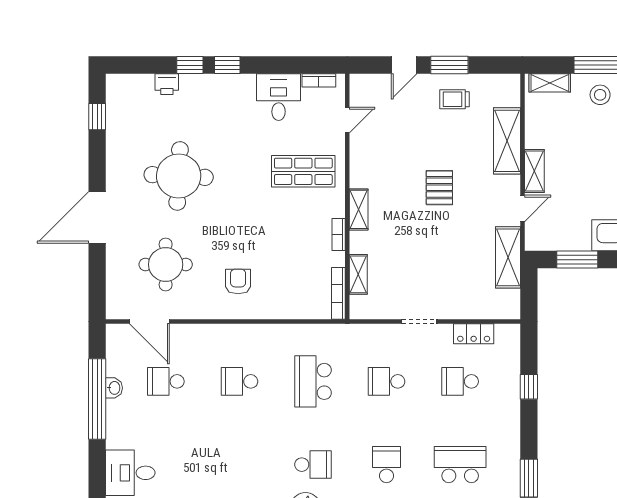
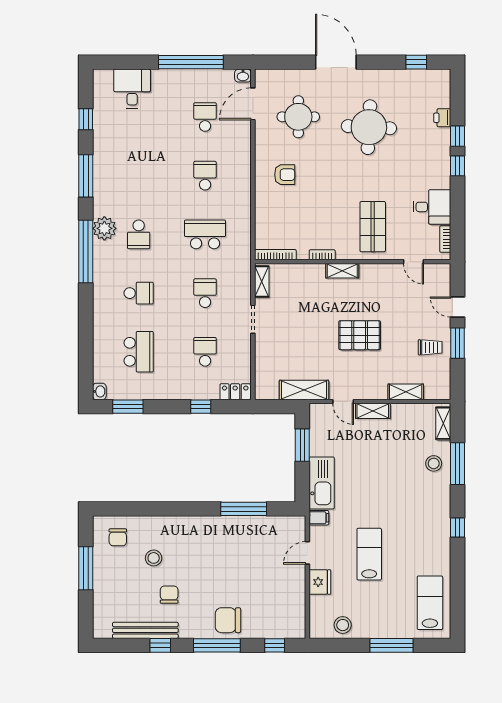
trolley: (455, 99) -> (430, 347), turned 90
shelving: (507, 141) -> (406, 392), width x0.67, depth x0.75
pallet: (439, 188) -> (360, 335), width x1.50, depth x1.42
shelving: (358, 274) -> (262, 282), moved, turned 90
locker: (474, 334) -> (235, 392), moved, turned 90
washbasin: (114, 388) -> (243, 76), moved

